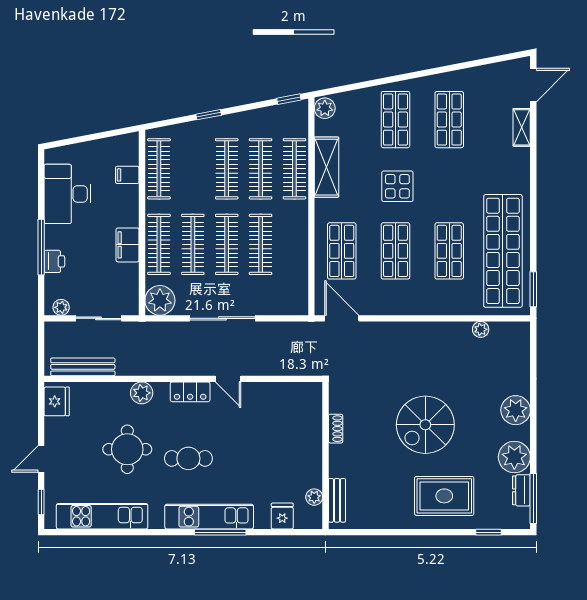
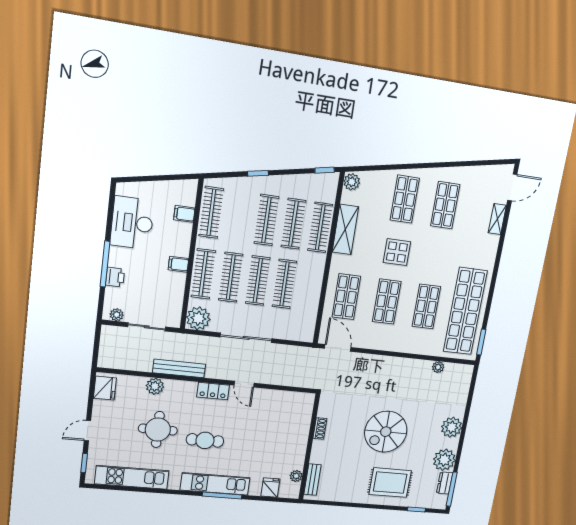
filing cabinet: (128, 245) -> (178, 264), width x0.50
bench: (83, 367) -> (179, 368), moved
plant: (142, 393) -> (155, 386), moved

